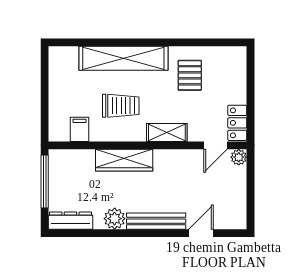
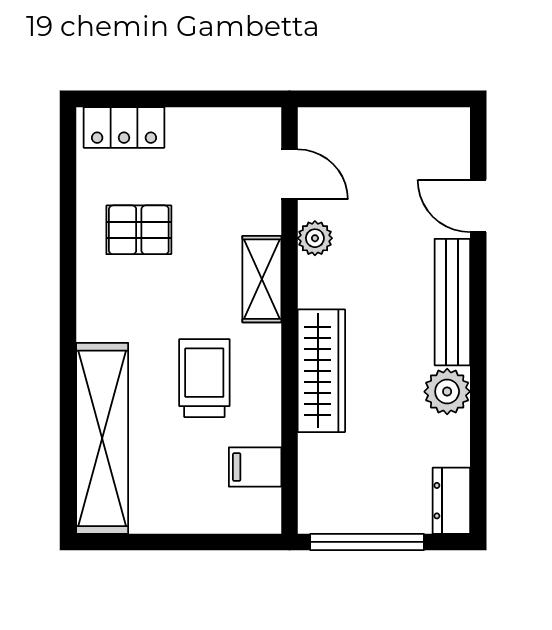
shelving: (123, 58) -> (102, 438), moved
locker: (237, 123) -> (124, 128), moved
plant: (239, 157) -> (315, 238), moved
dresser: (71, 221) -> (451, 501), width x0.70

